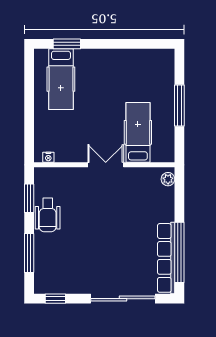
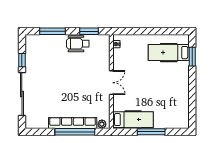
hospital bed: (138, 132) -> (133, 120), moved
window: (179, 252) -> (75, 132), moved
row of seats: (166, 258) -> (73, 123), moved
window: (55, 299) -> (22, 60), moved

